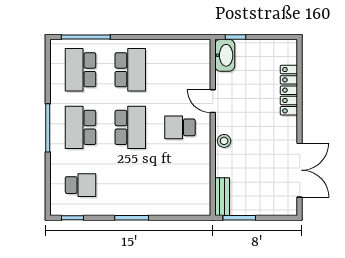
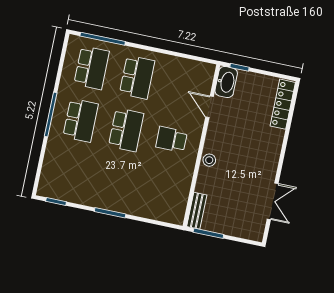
school desk: (81, 70) -> (92, 68), turned 180
locker: (289, 90) -> (283, 104), moved
door: (213, 101) -> (210, 107), moved
school desk: (81, 127) -> (81, 120), turned 180
double door: (300, 170) -> (273, 201), width x0.73
school desk: (81, 185) -> (70, 173), removed

